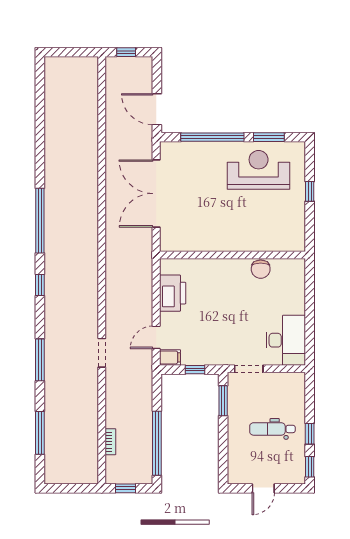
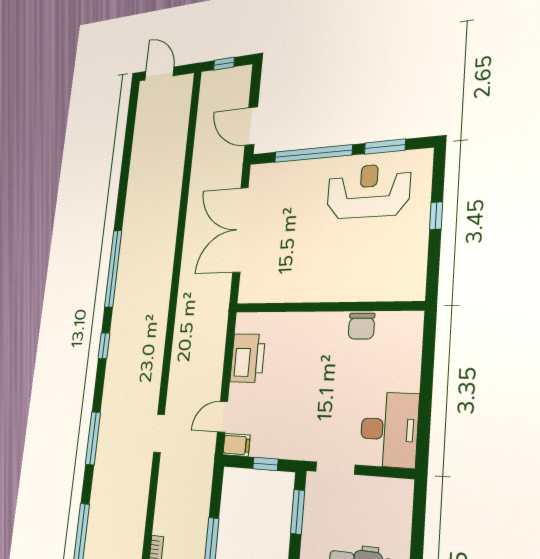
door: (64, 52) -> (159, 74), added

